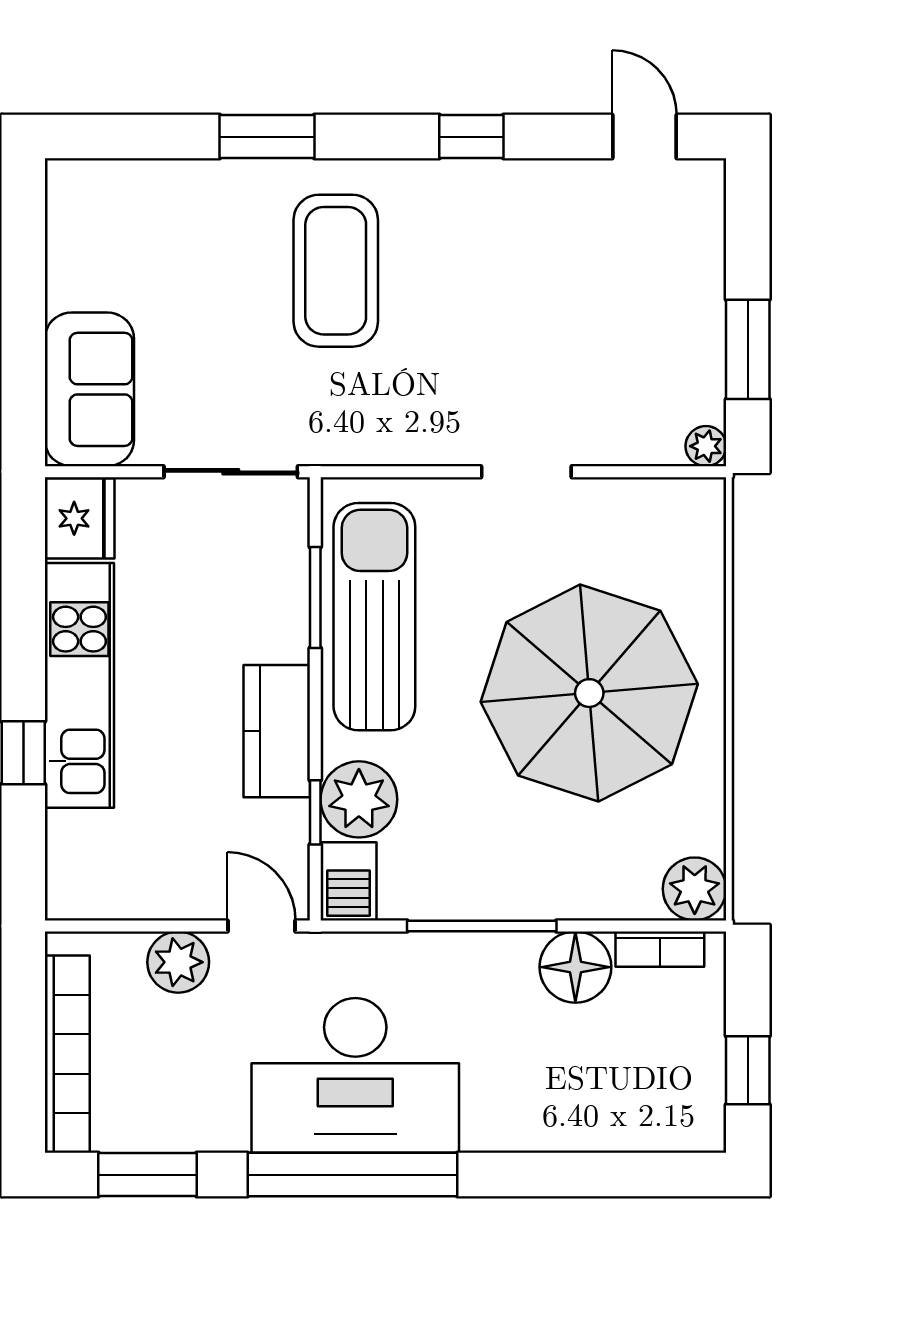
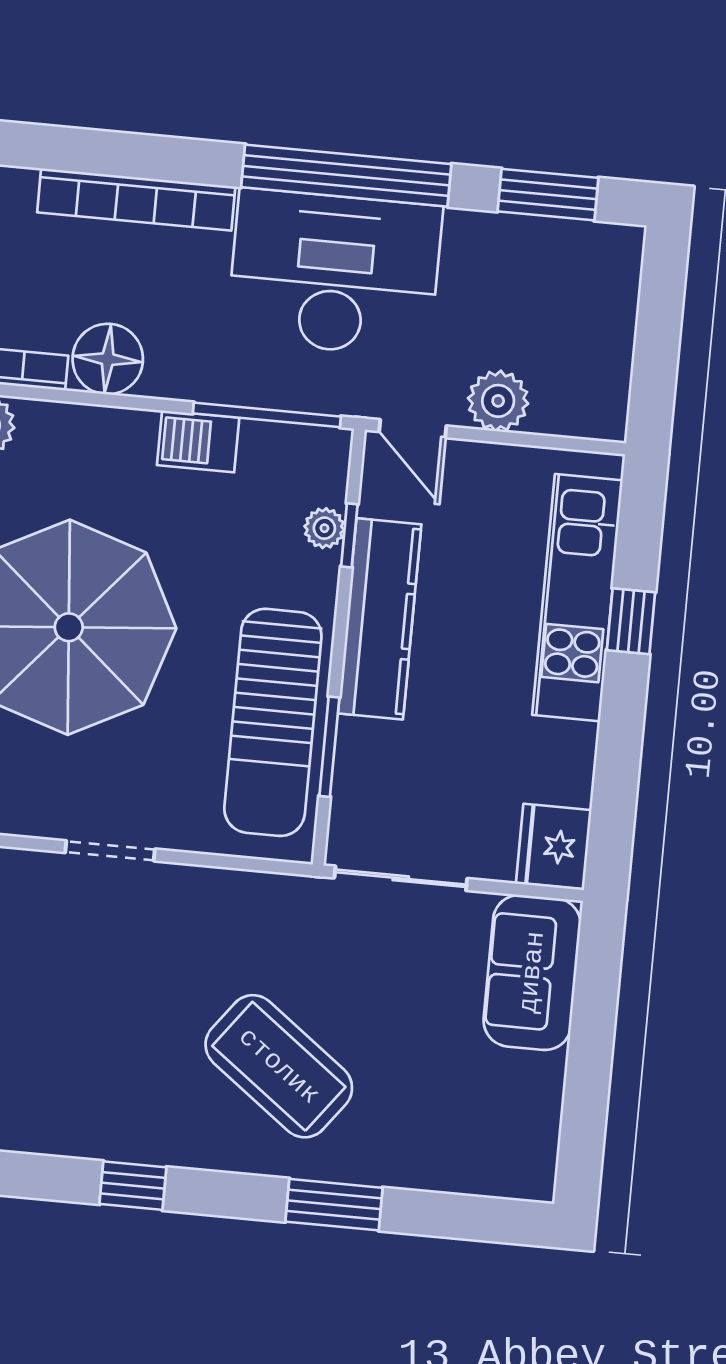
coffee table: (336, 271) -> (279, 1066), turned -53
kitchen unit: (79, 685) -> (577, 598), moved
kitchen counter: (277, 731) -> (380, 619), width x1.50
plant: (359, 799) -> (324, 528), width x0.53, depth x0.53
barbecue: (349, 881) -> (198, 441), moved, turned -90
window: (482, 926) -> (267, 415), moved
bookcase: (67, 1054) -> (136, 199), moved, turned -90

